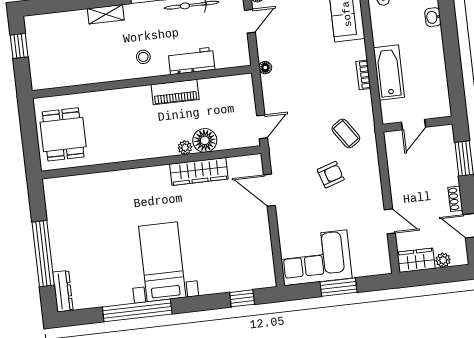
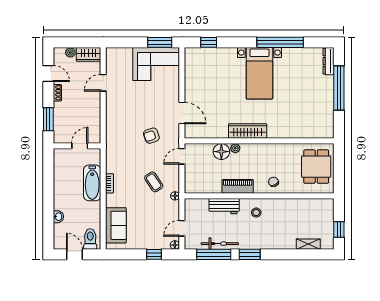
shelving: (106, 14) -> (308, 244), moved
chair: (123, 105) -> (273, 182), added
coffee table: (346, 133) -> (154, 182), moved
wardrobe: (199, 171) -> (248, 131), moved
armchair: (331, 175) -> (151, 136), moved
door: (390, 221) -> (103, 83), hinge flipped
window: (338, 287) -> (160, 42), moved

